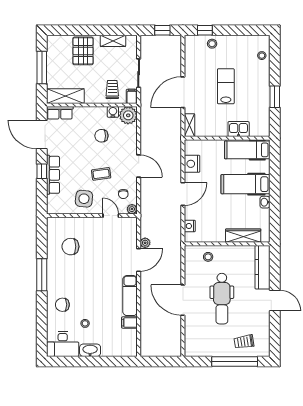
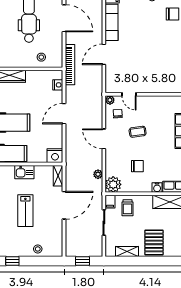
window: (205, 30) -> (12, 261), moved
water cooler: (113, 112) -> (157, 188), moved
kitchen sink: (239, 129) -> (24, 172), moved
nightstand: (192, 164) -> (55, 156), moved, turned 90
side table: (84, 199) -> (153, 109), removed
plant: (145, 243) -> (98, 174), moved
chair: (70, 247) -> (165, 66), removed
bookcase: (176, 249) -> (70, 65), added

